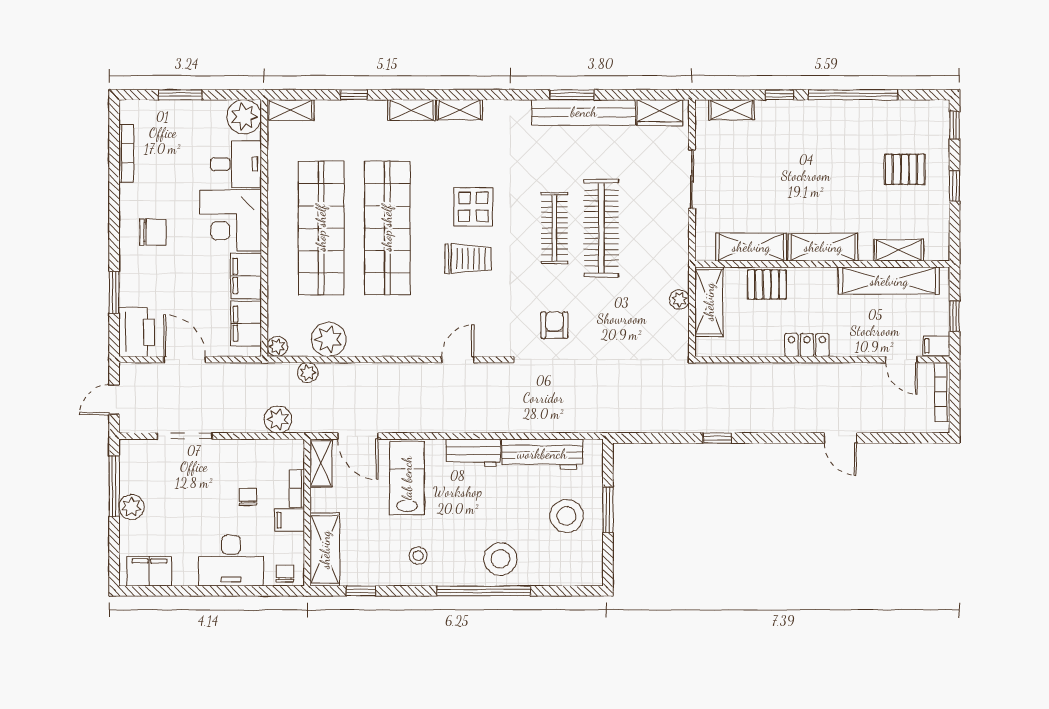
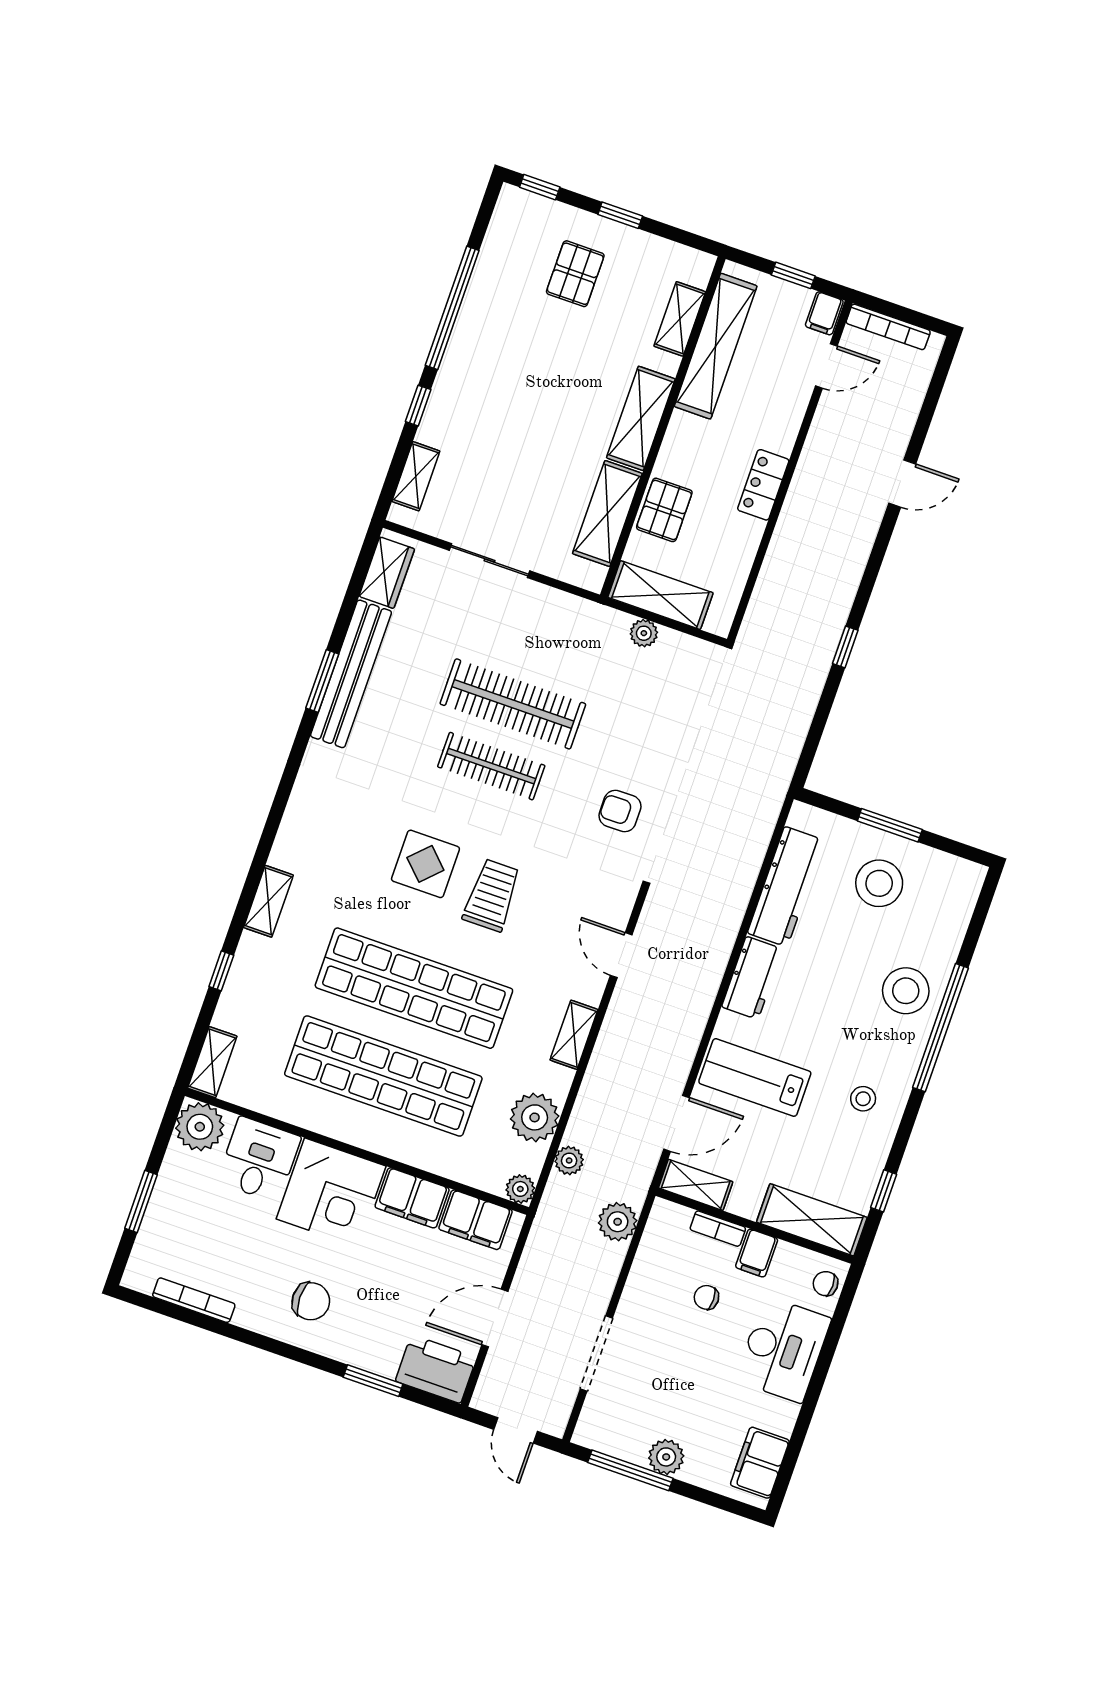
shelving: (460, 110) -> (574, 1035), moved
chair: (153, 232) -> (311, 1301), turned 90

